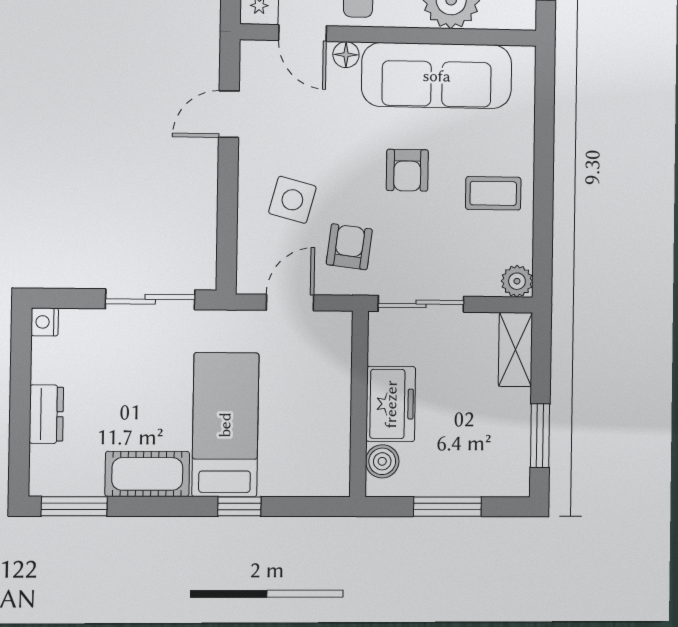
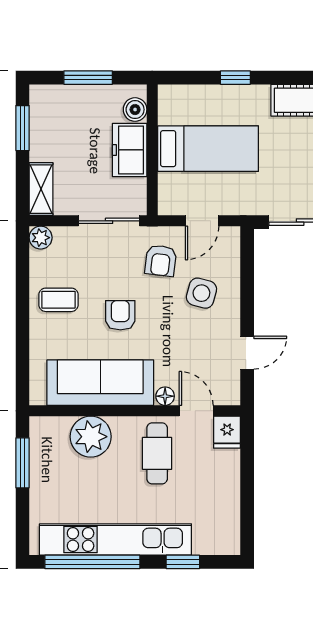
bed: (225, 425) -> (208, 149), moved, turned -90

